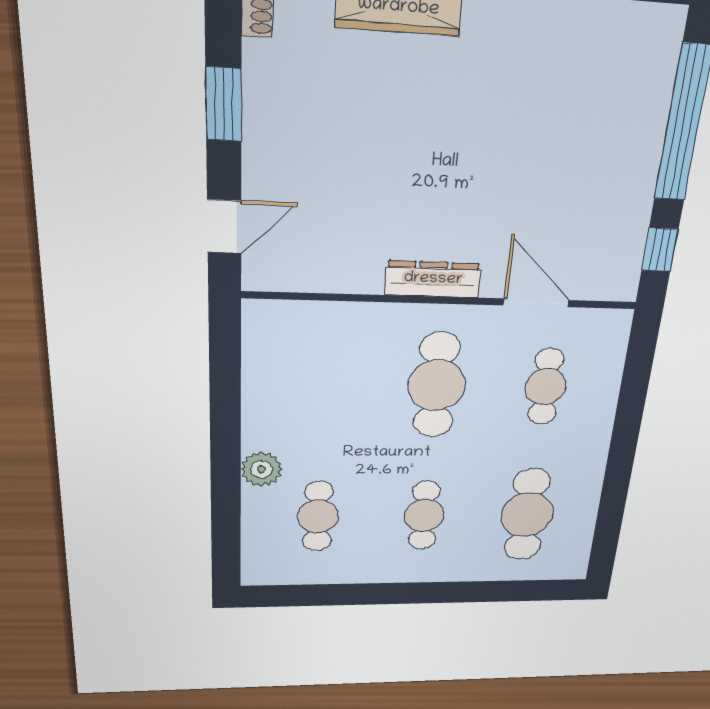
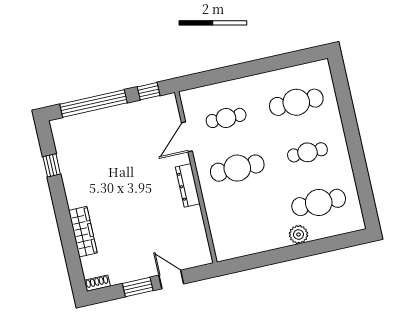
door: (224, 227) -> (171, 279), moved
cafe table: (318, 516) -> (319, 202), width x1.37, depth x1.35

